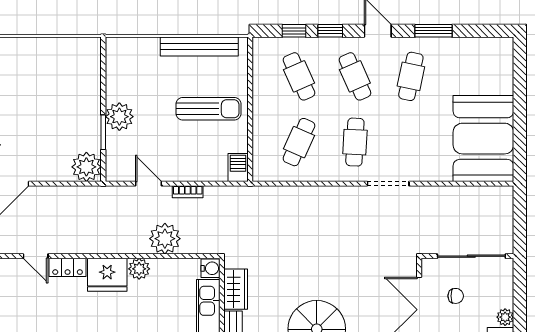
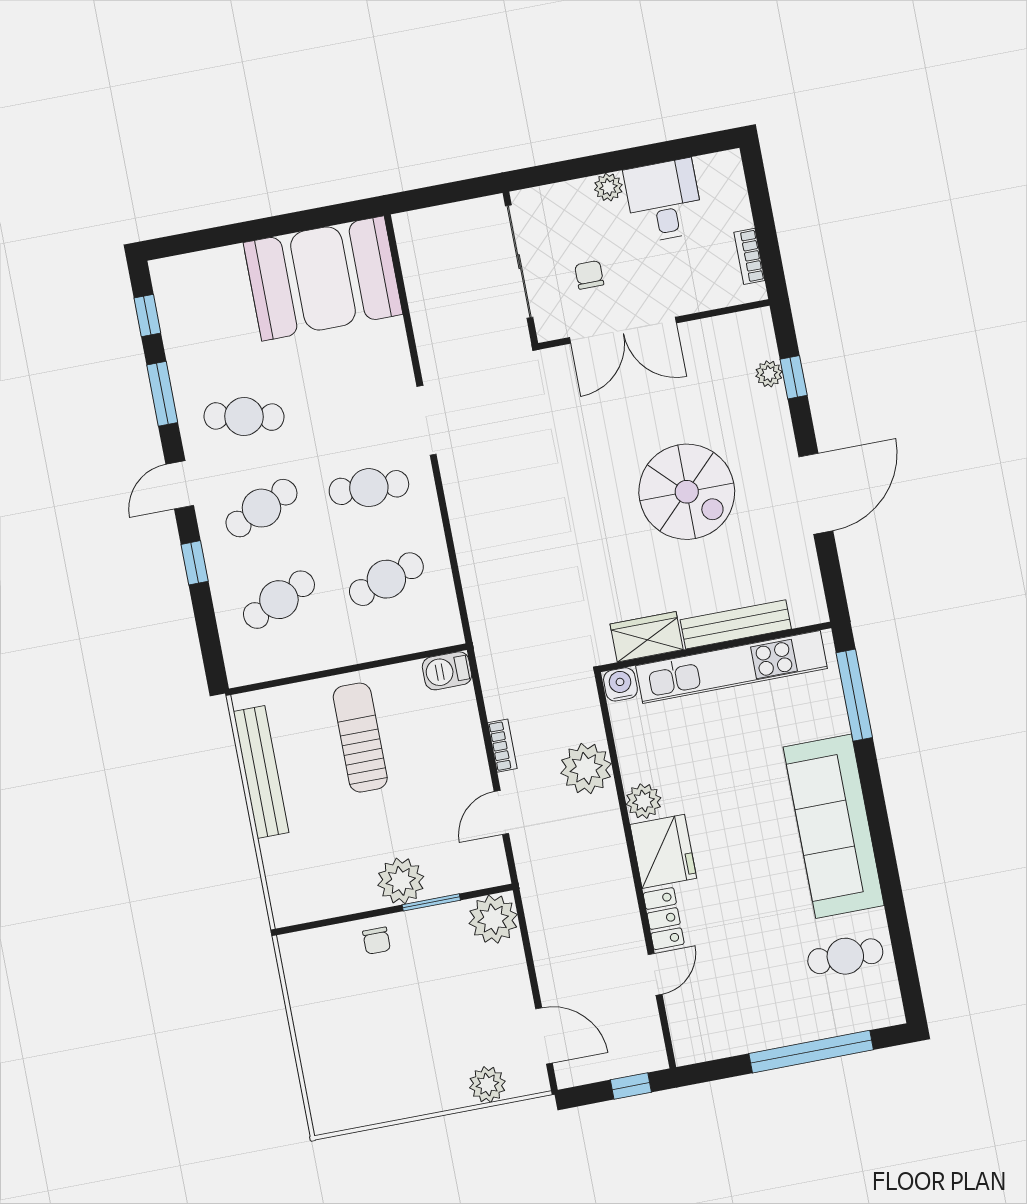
window: (294, 31) -> (147, 315), moved
chair: (87, 96) -> (377, 941), added
cafe table: (299, 142) -> (386, 579), turned -42

